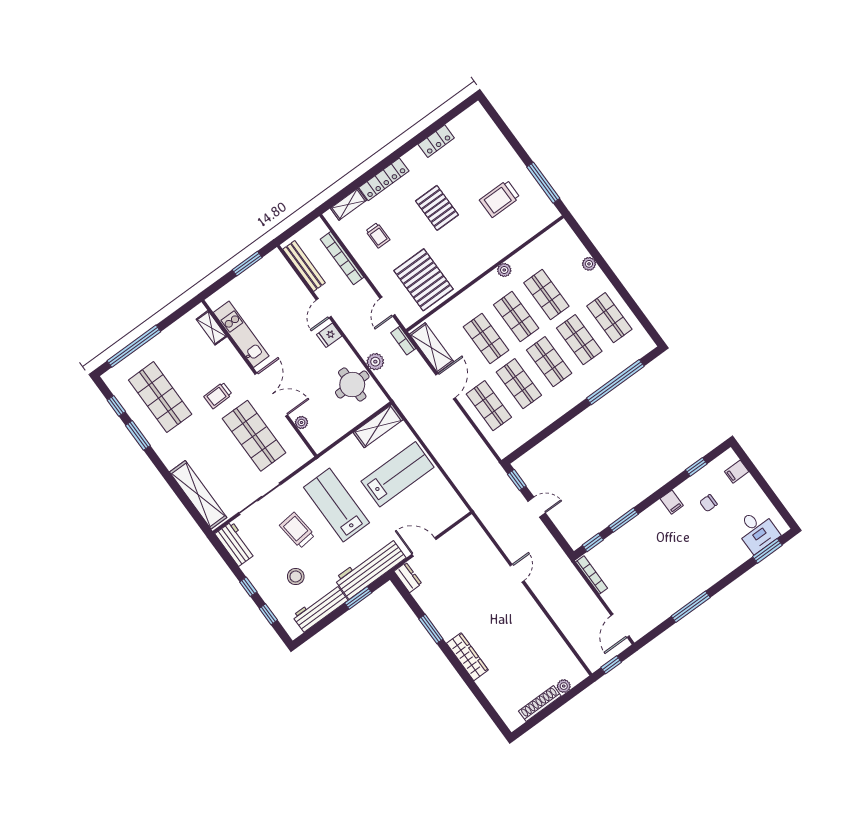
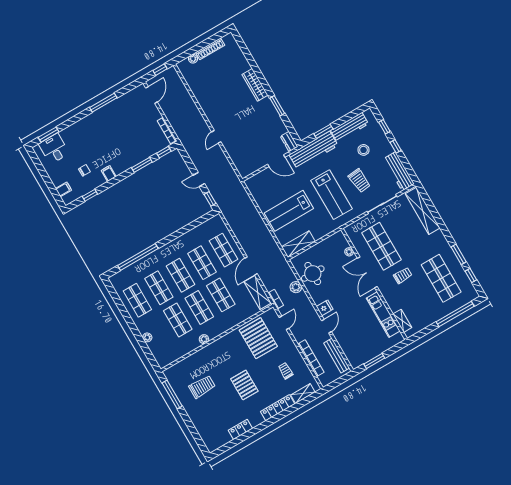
workbench: (235, 544) -> (399, 171), width x1.38

